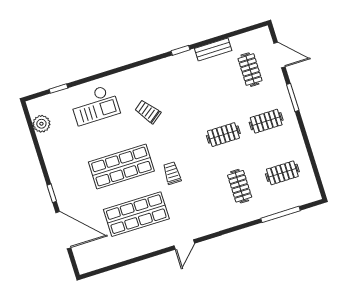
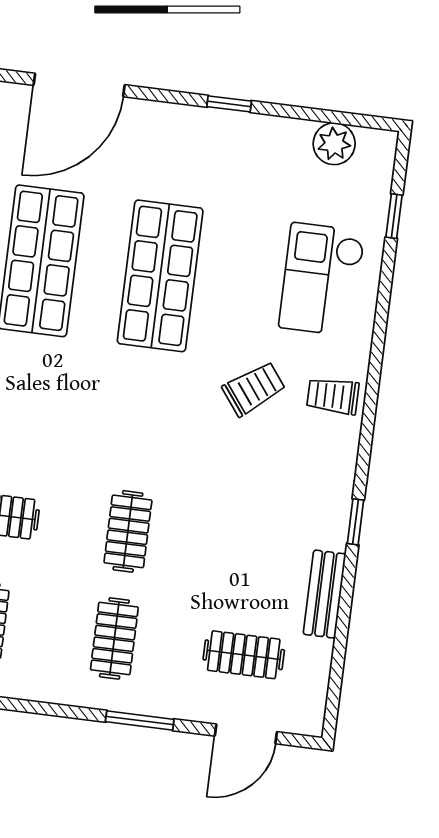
trolley: (172, 173) -> (333, 396), moved, turned 180
window: (52, 193) -> (229, 104), moved

